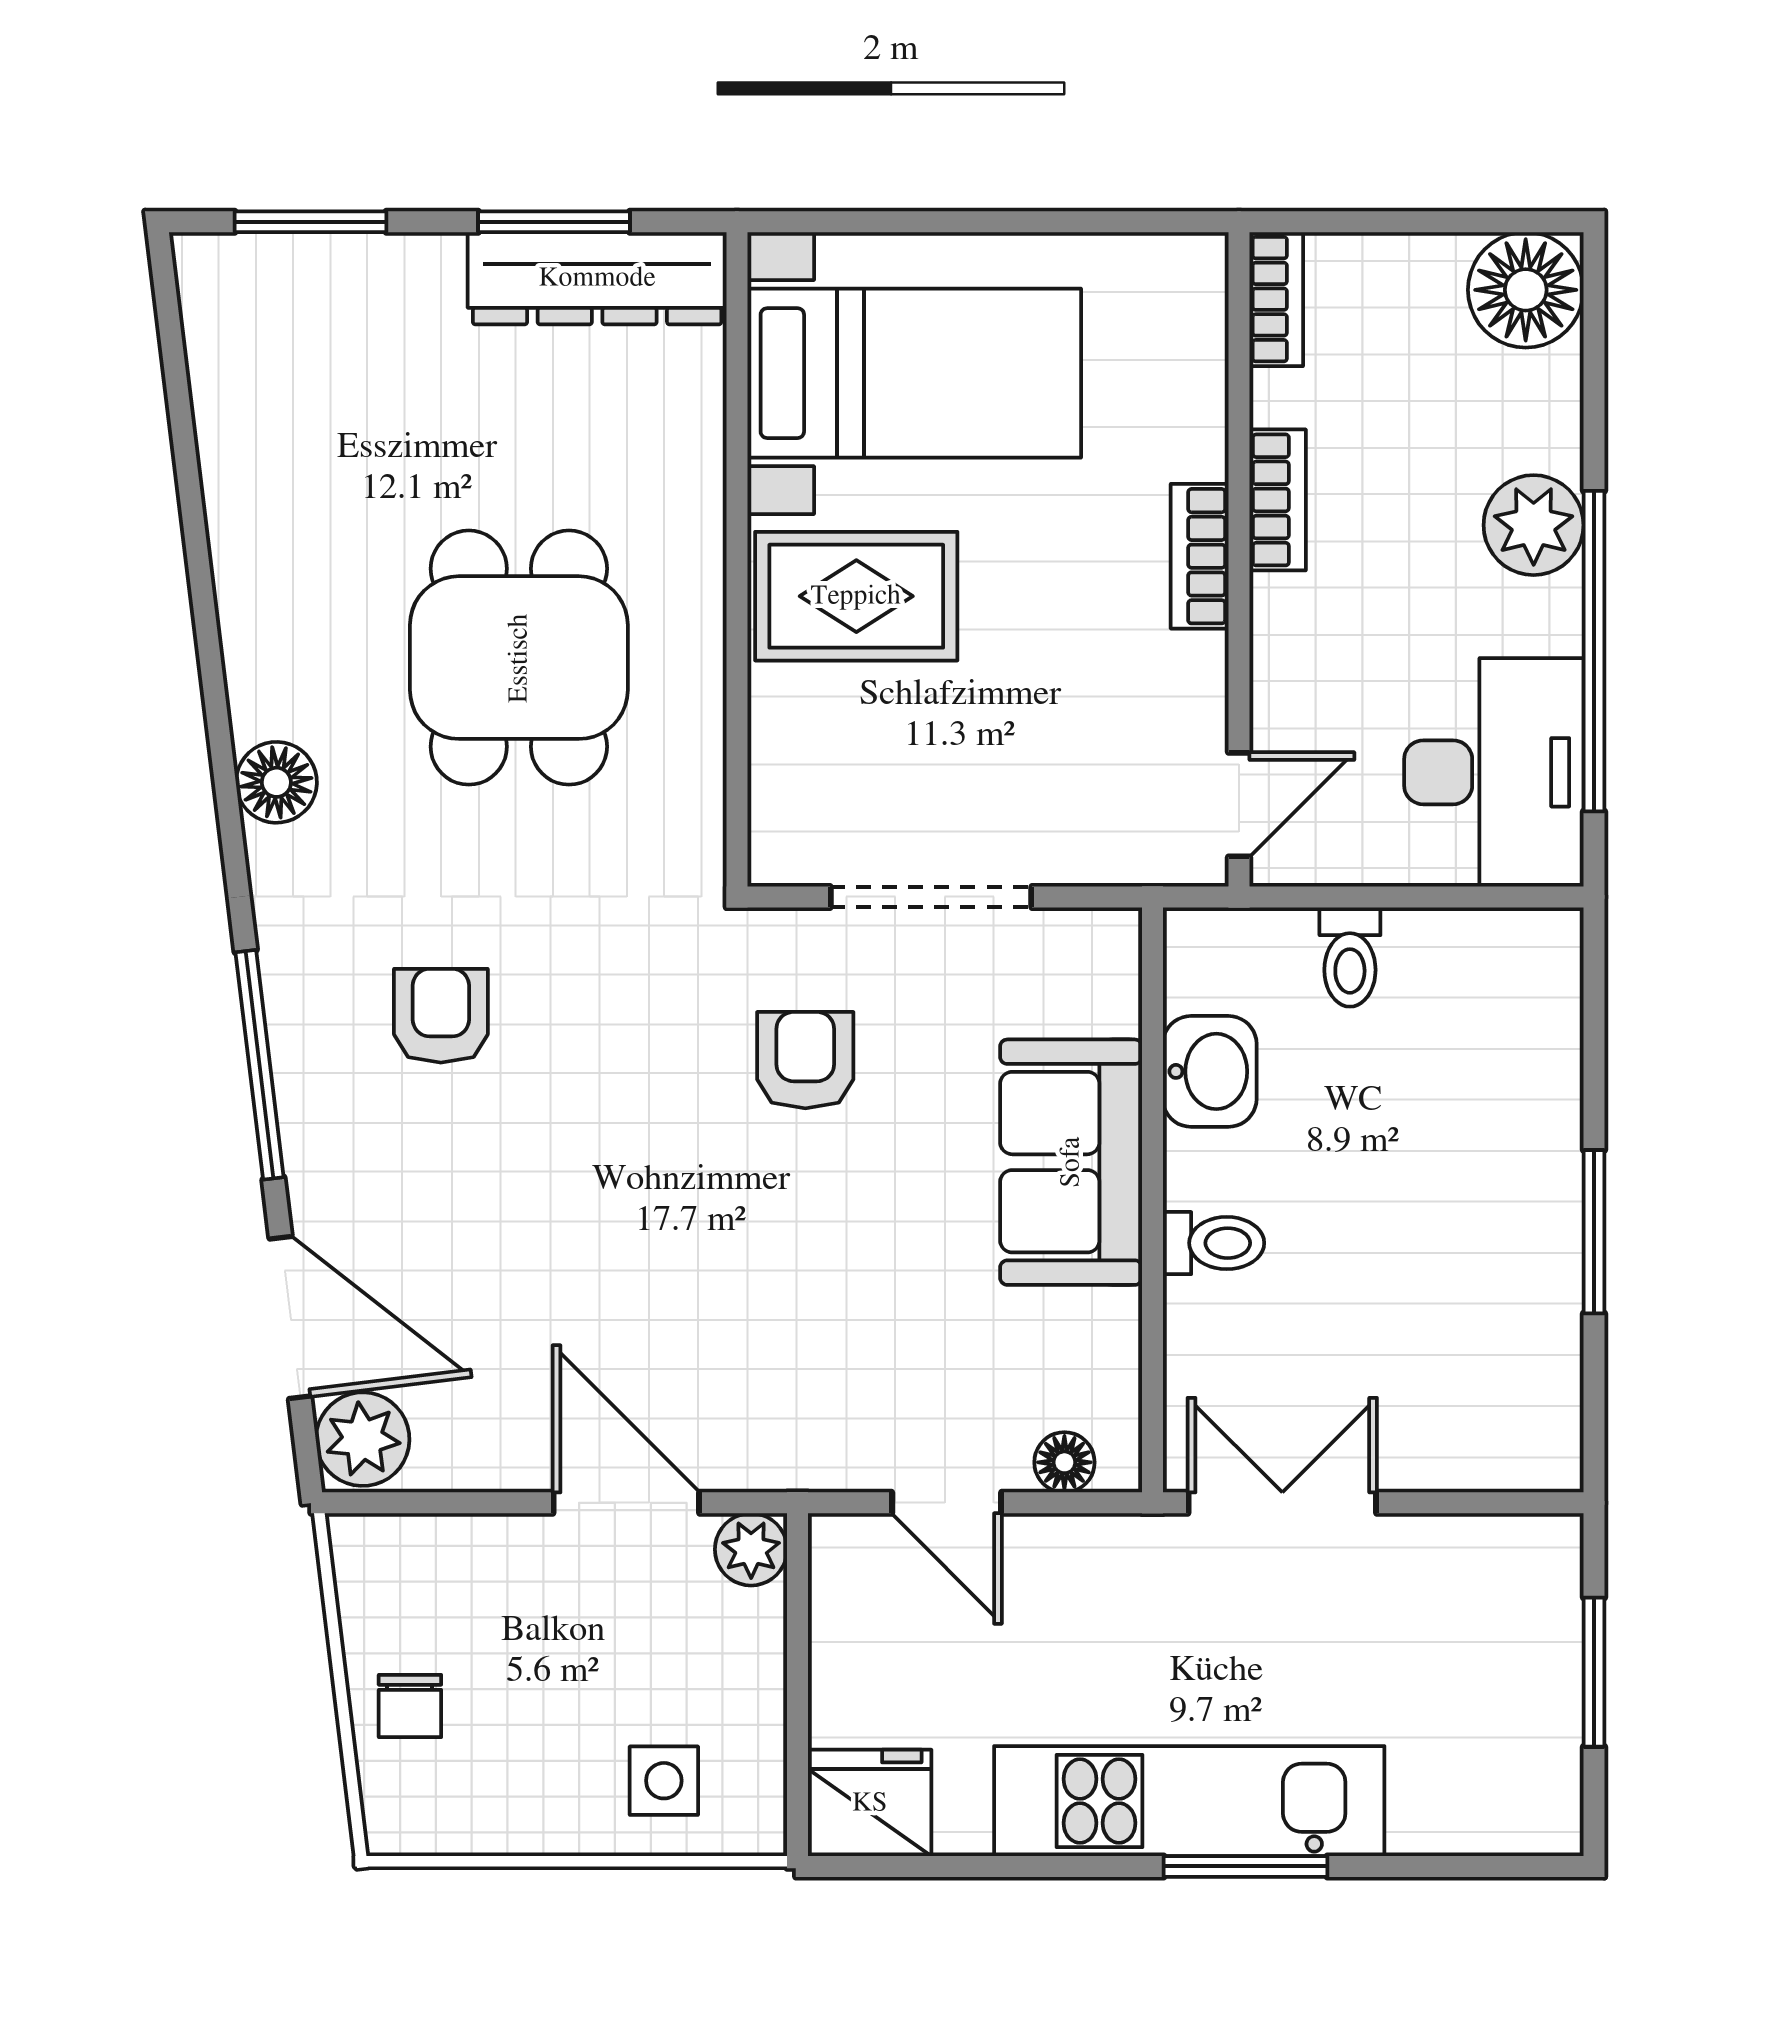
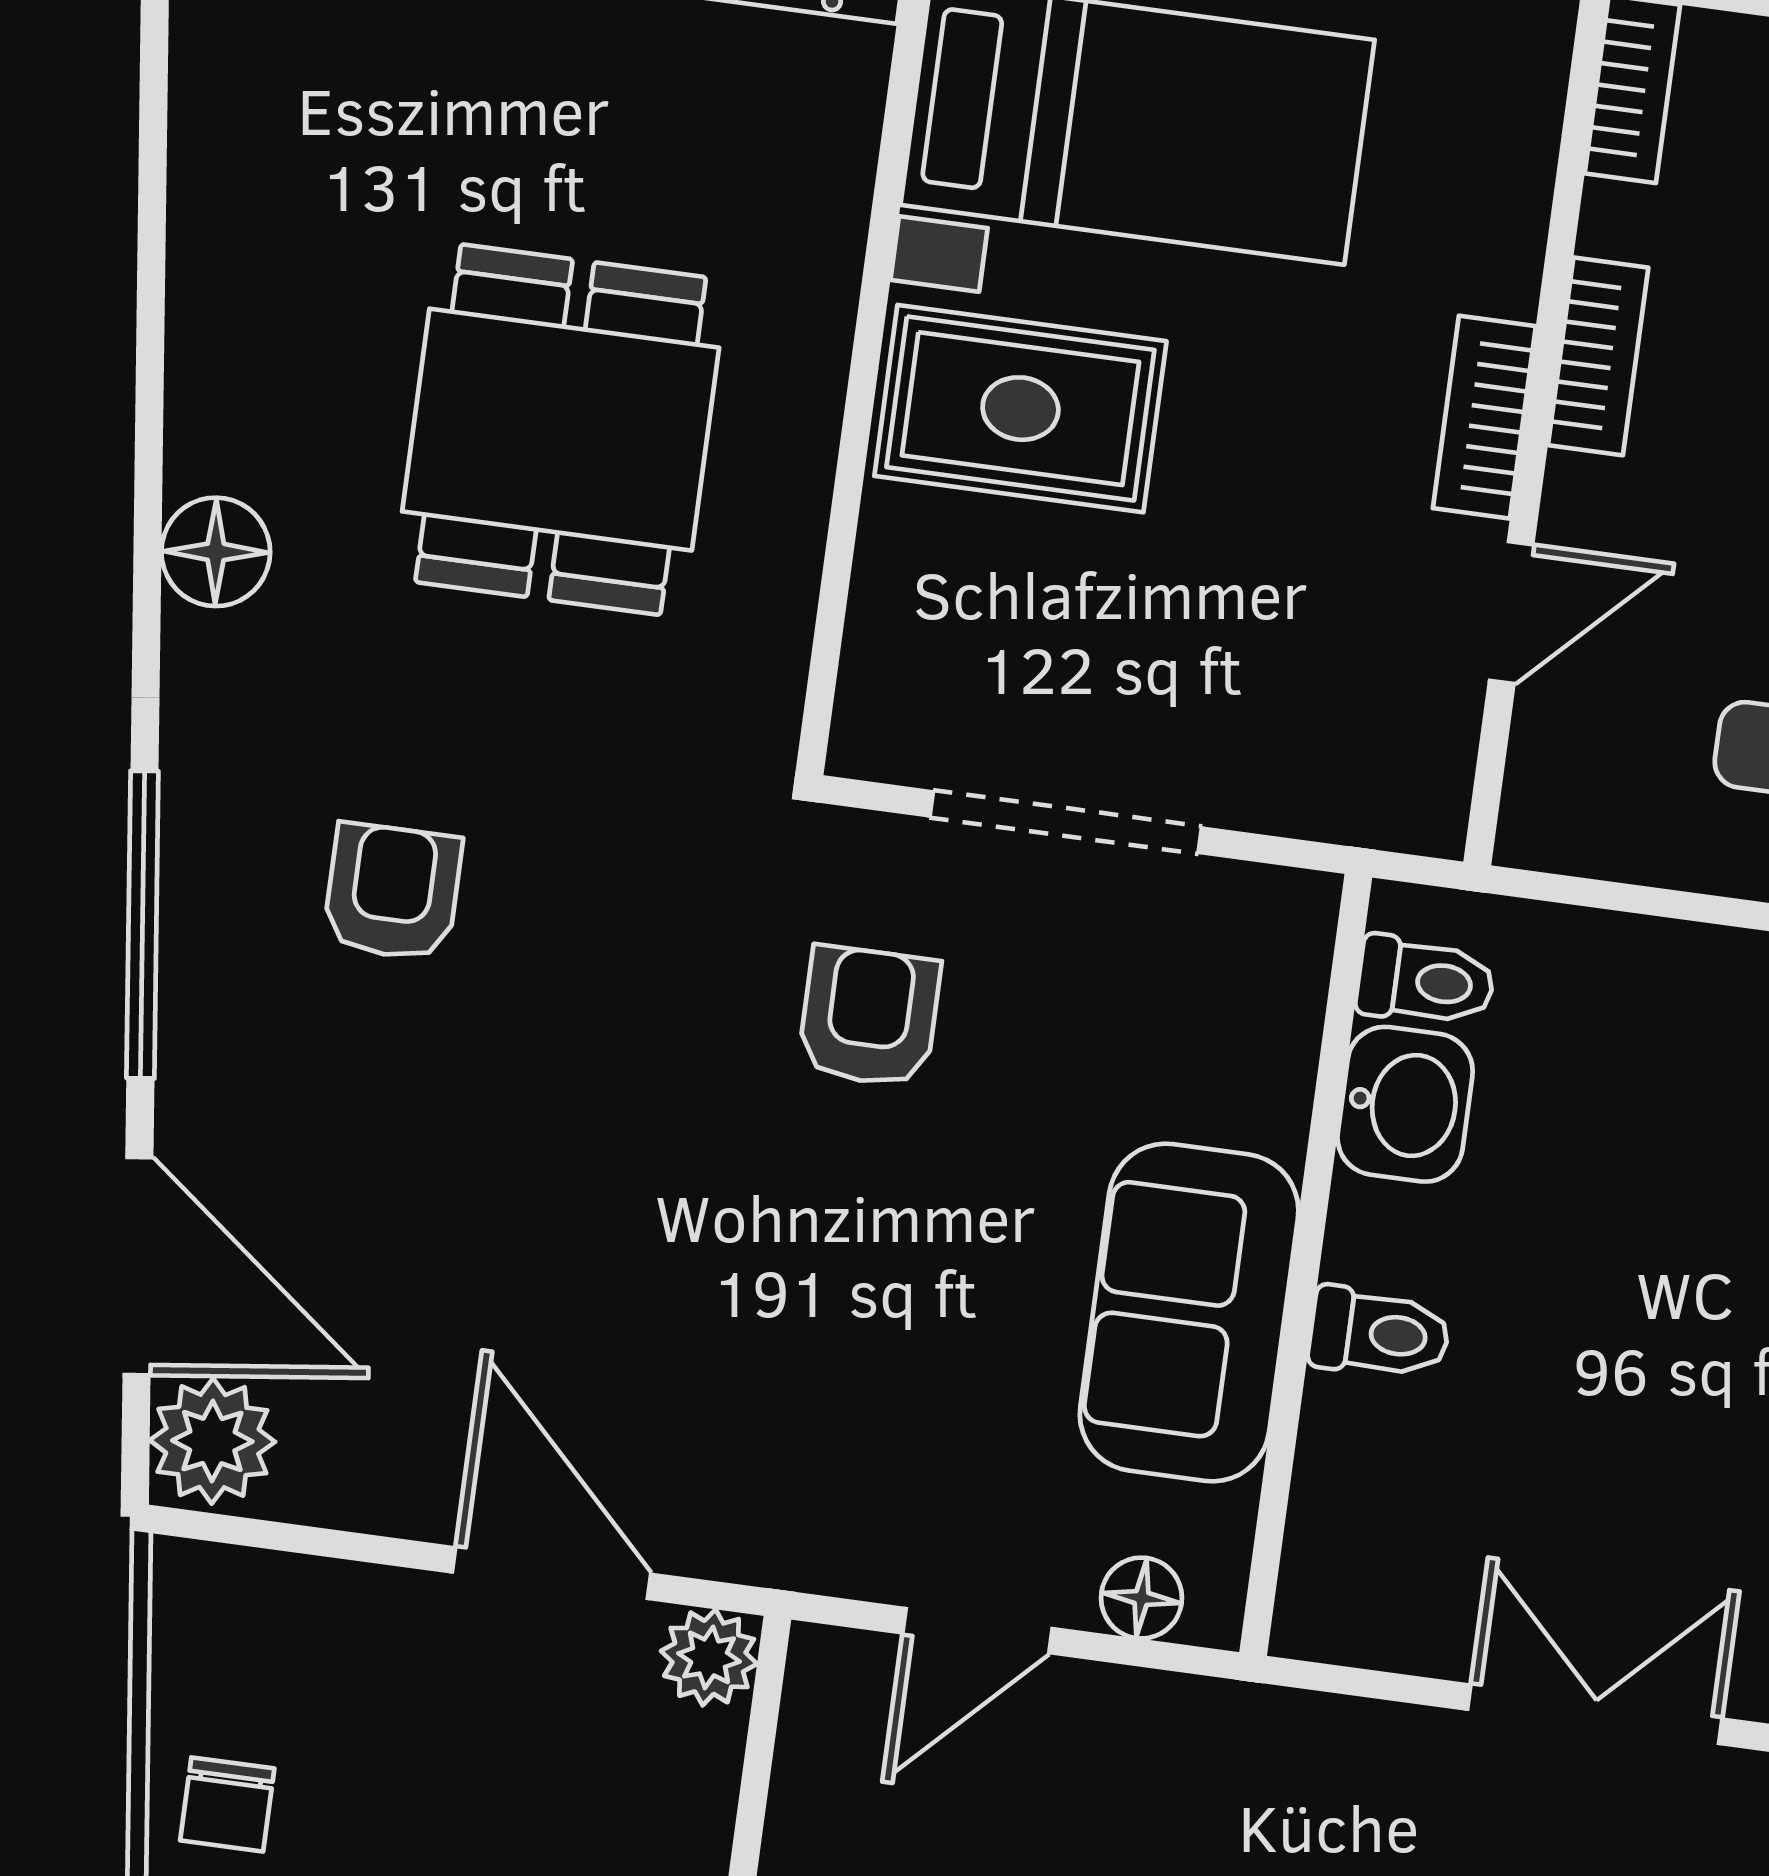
door: (1239, 805) -> (1511, 613), moved
toilet: (1350, 957) -> (1425, 981), moved, turned -90
sofa: (1071, 1162) -> (1189, 1313), moved
door: (947, 1503) -> (977, 1631), hinge flipped
double door: (1282, 1503) -> (1595, 1714), moved

